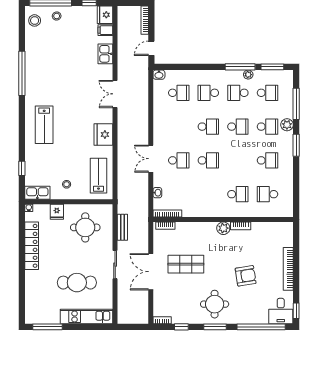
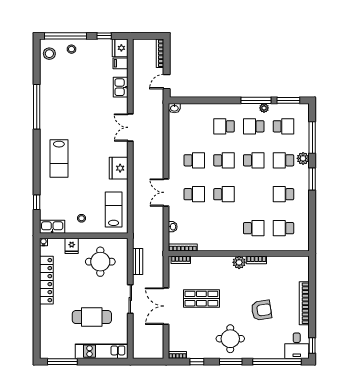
school desk: (179, 93) -> (194, 160), moved
school desk: (267, 127) -> (283, 160), turned 180
school desk: (267, 160) -> (283, 194), turned 180

